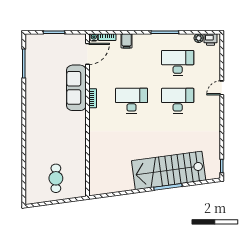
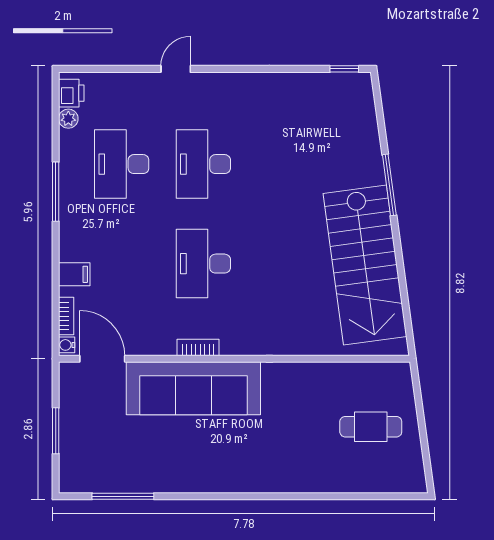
sofa: (76, 88) -> (193, 388), width x1.36, depth x1.27
door: (222, 88) -> (176, 69), swing flipped
stairs: (169, 170) -> (365, 265), moved

